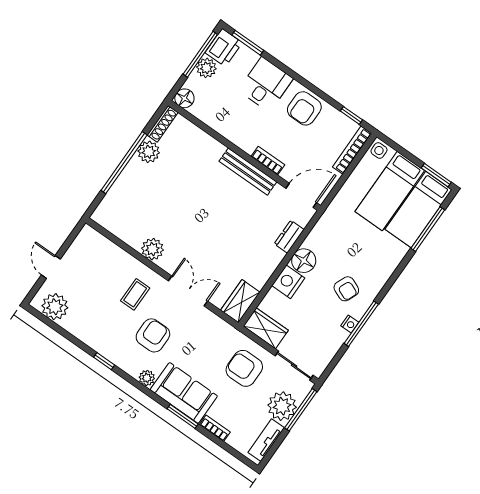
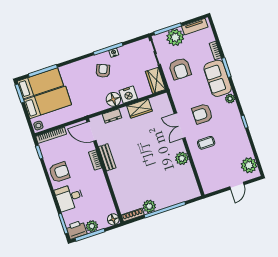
bench: (248, 172) -> (107, 157), width x0.73
wardrobe: (240, 301) -> (140, 109), moved
armchair: (153, 335) -> (202, 114), moved

